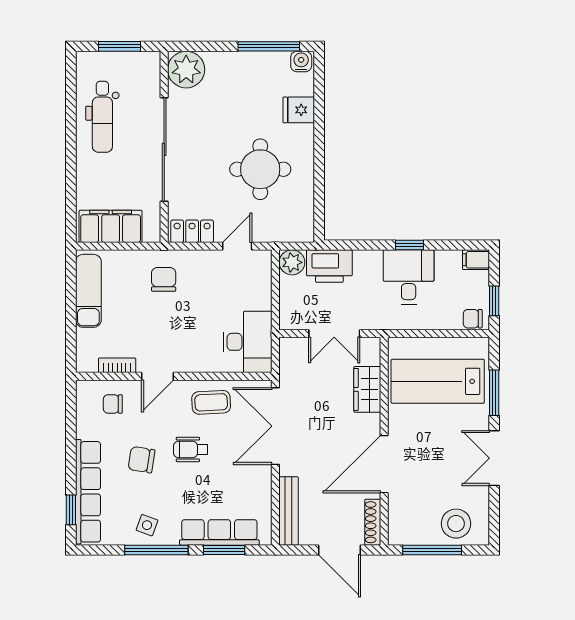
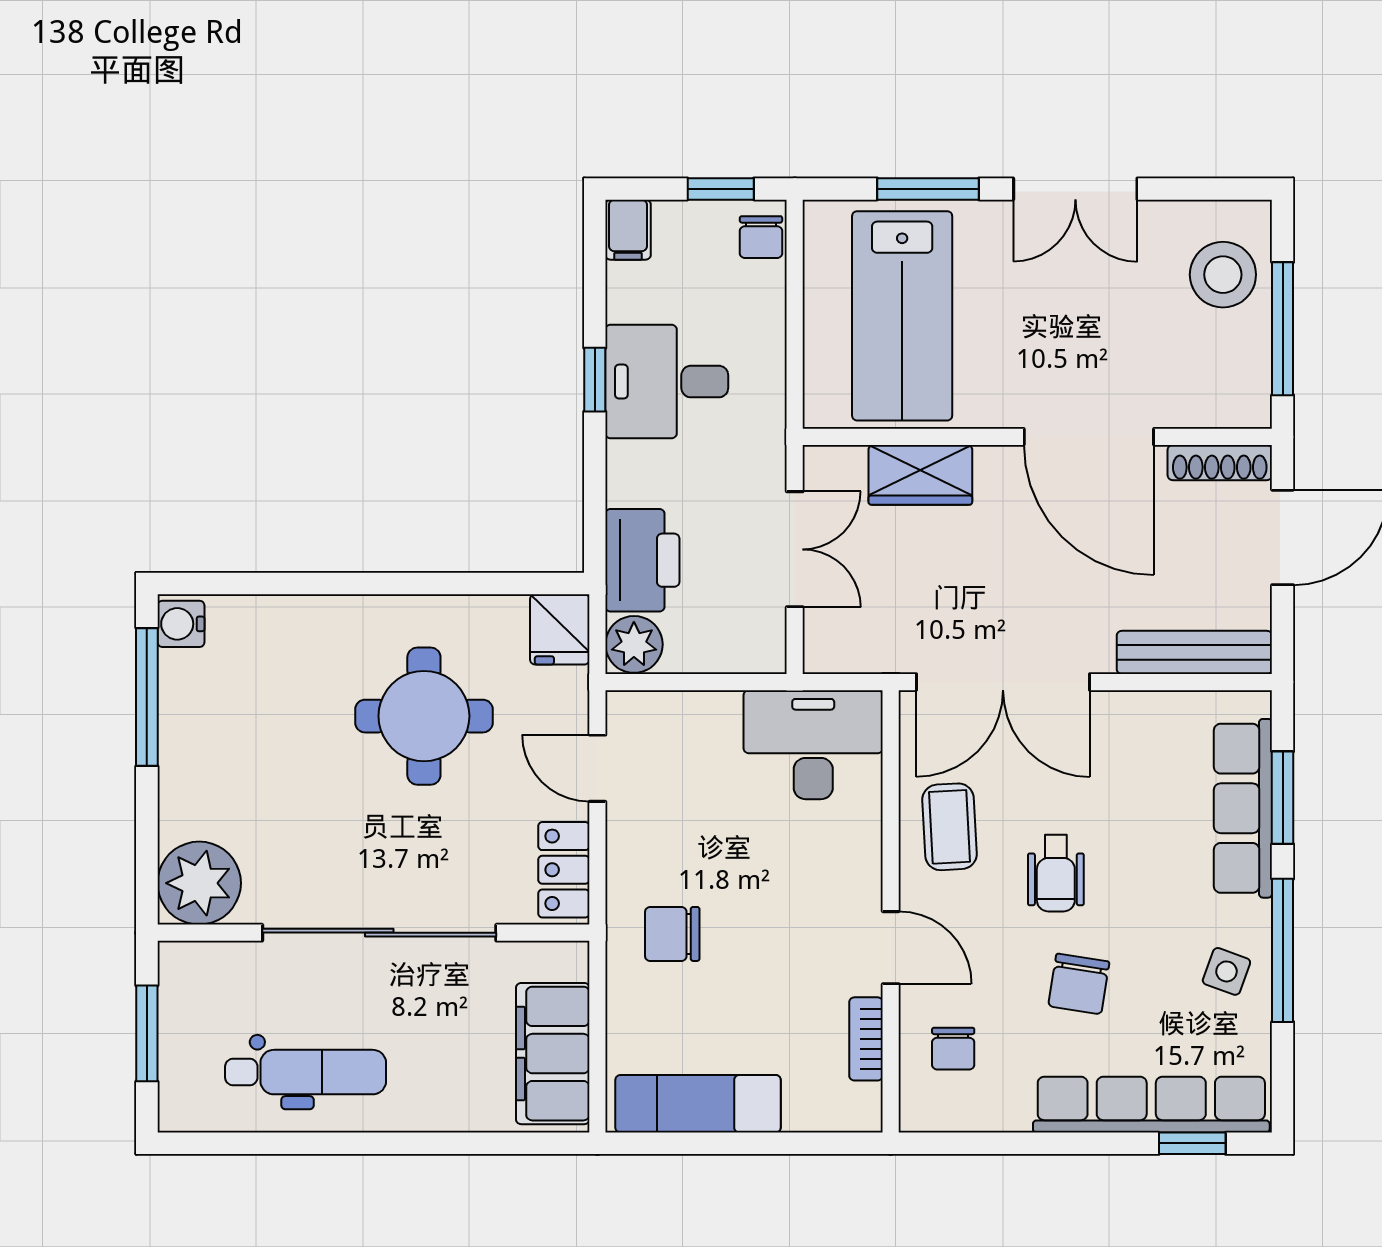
fridge: (299, 110) -> (560, 629), moved

